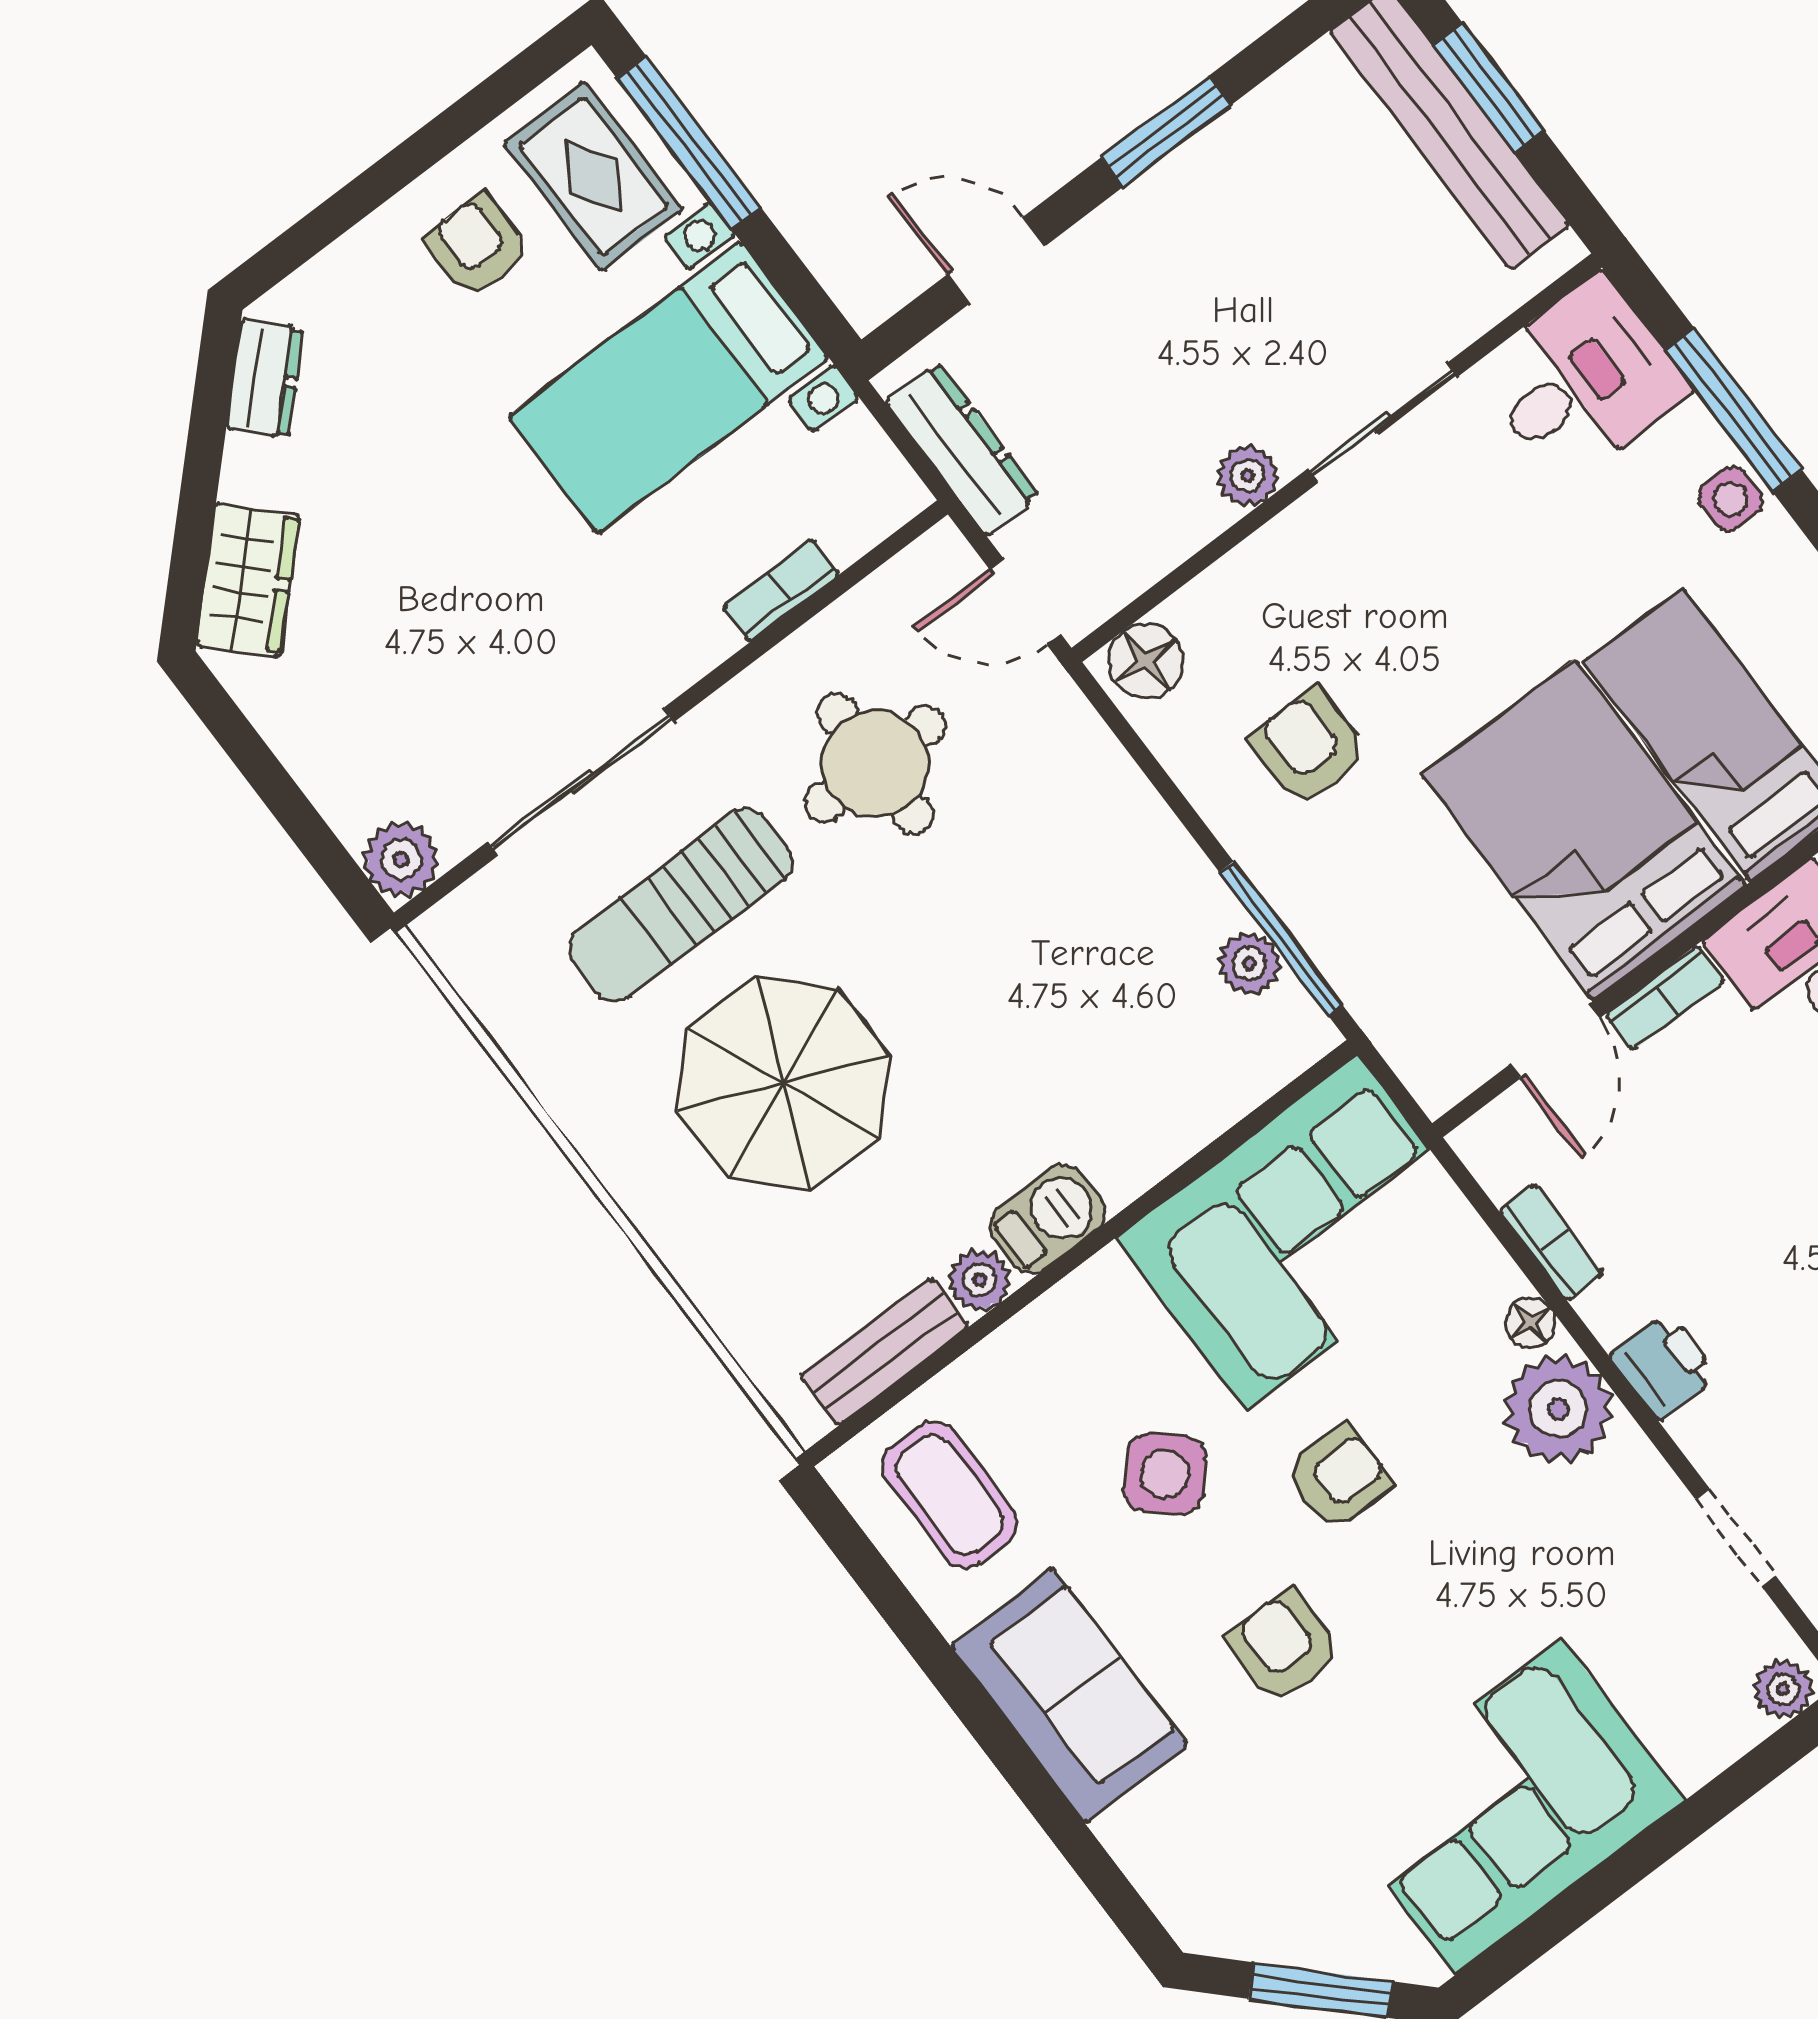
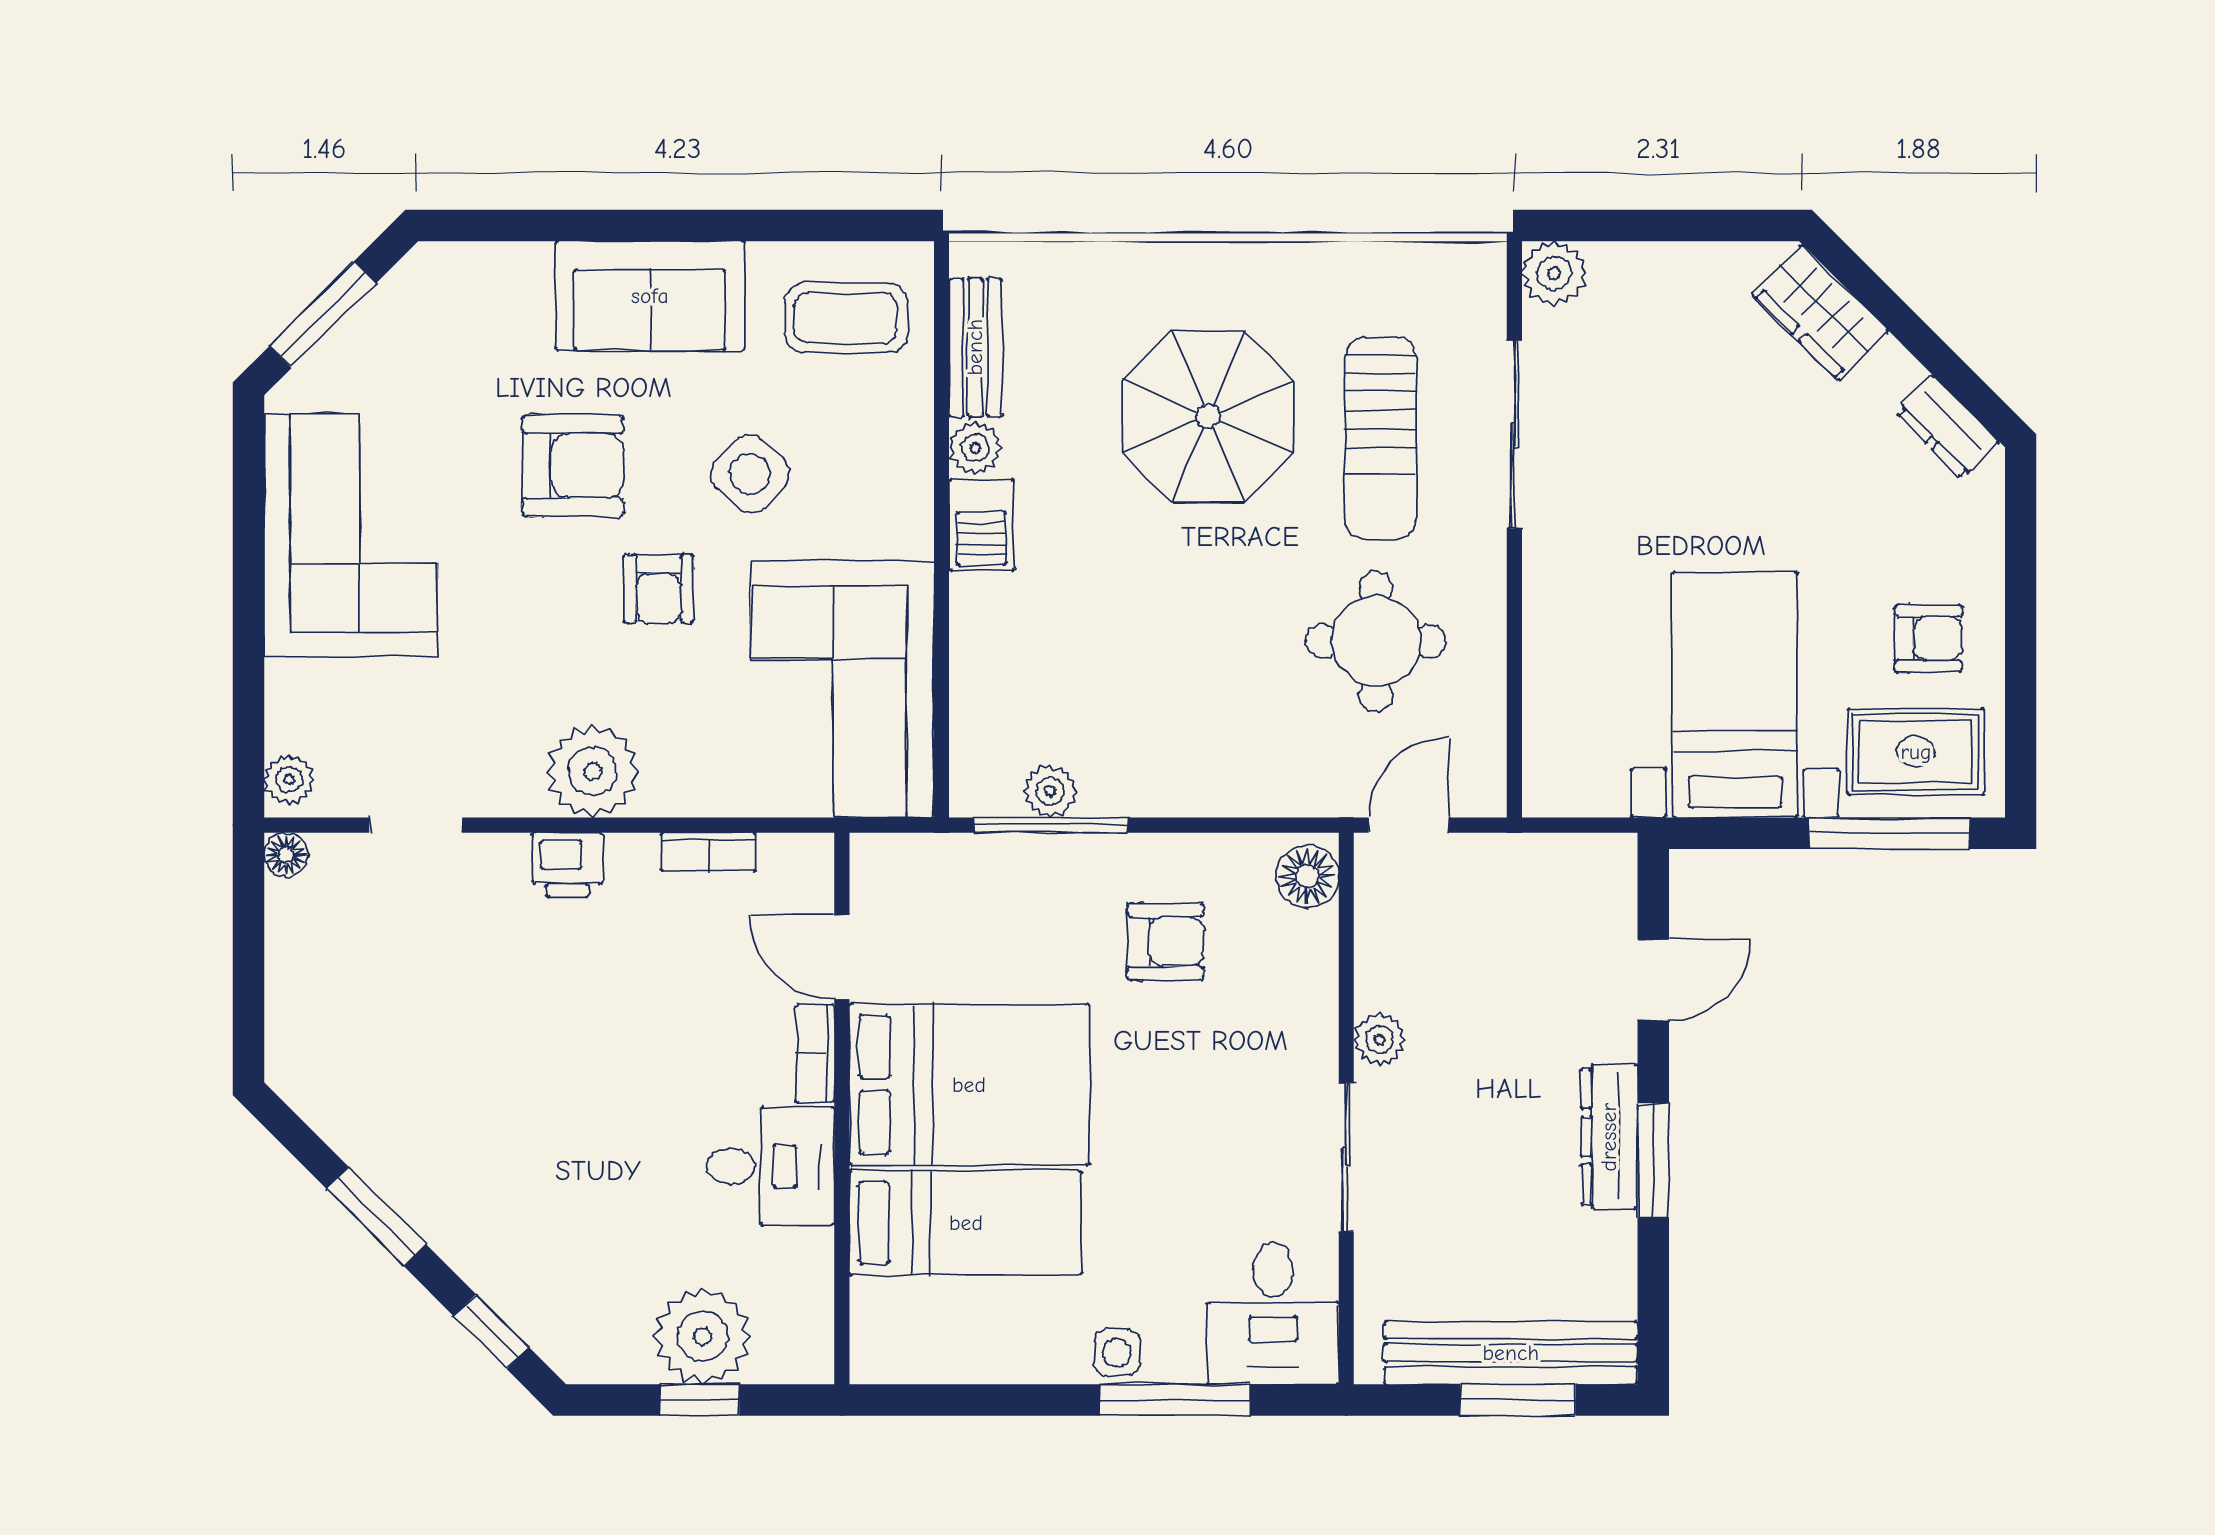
dresser: (962, 449) -> (1609, 1137), moved, turned 90
bookcase: (781, 590) -> (1541, 667), removed
sun lounger: (681, 905) -> (1380, 438), turned 180
floor lamp: (1530, 1323) -> (665, 797), removed
armchair: (1284, 1646) -> (573, 466), width x1.38, depth x1.38

